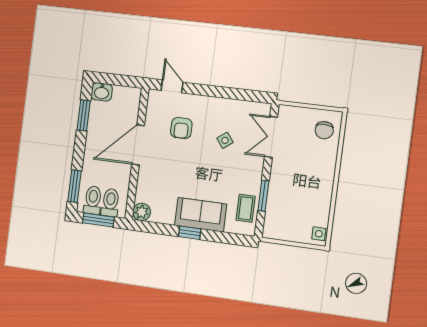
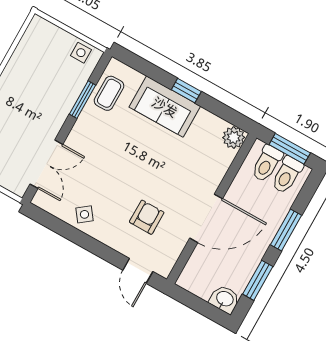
side table: (225, 140) -> (84, 214), moved
window: (75, 186) -> (286, 230), moved
side table: (319, 234) -> (81, 53), moved

